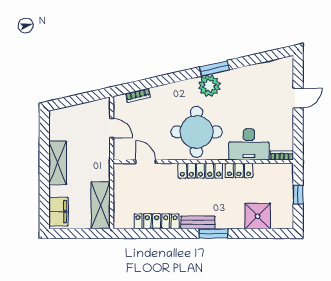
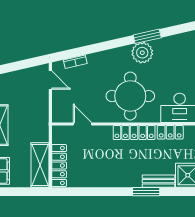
door: (112, 128) -> (50, 80), moved
locker: (157, 221) -> (59, 166), moved, turned 90
bench: (198, 222) -> (158, 181), moved

